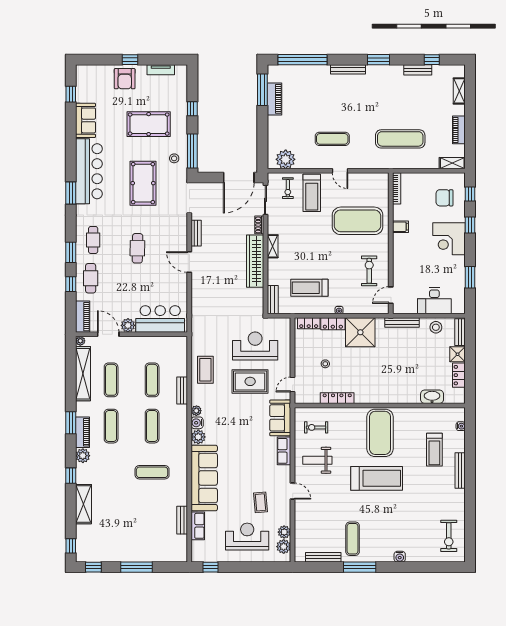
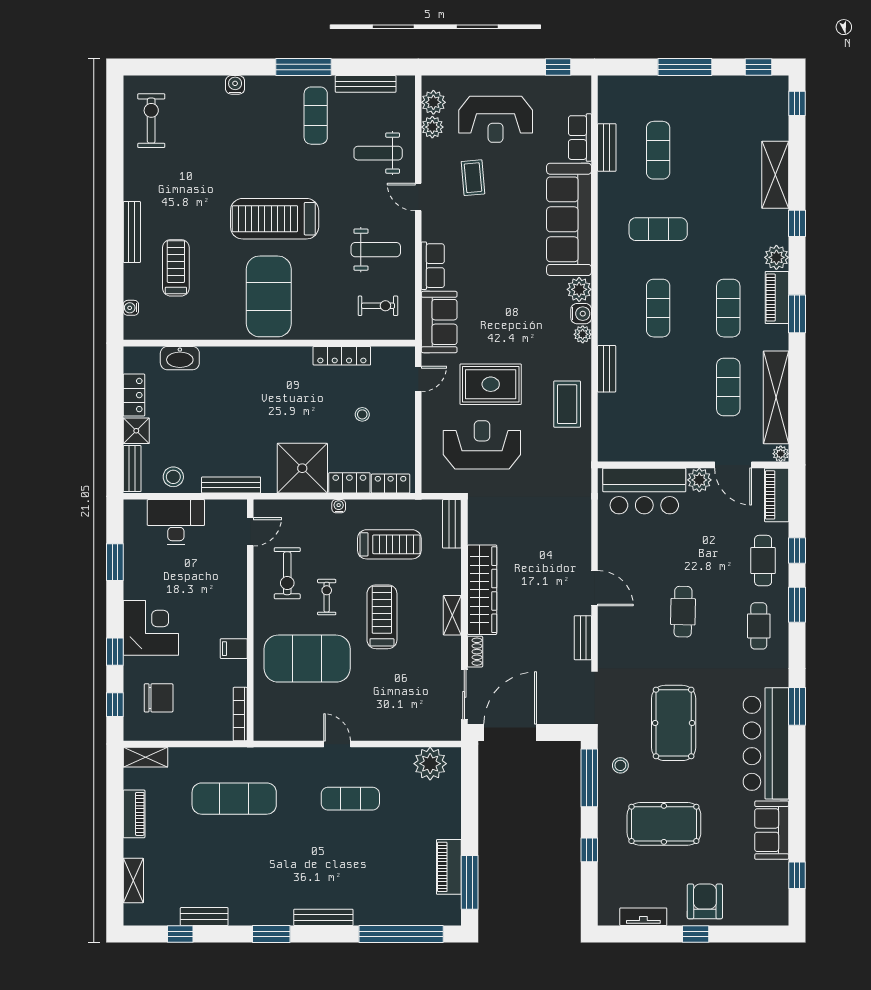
exercise bike: (288, 188) -> (327, 597), moved
treadmill: (312, 193) -> (382, 617), moved
reception desk: (255, 346) -> (482, 445), turned 180
exercise mat: (152, 380) -> (658, 150), moved
weight bench: (316, 517) -> (378, 153), added

